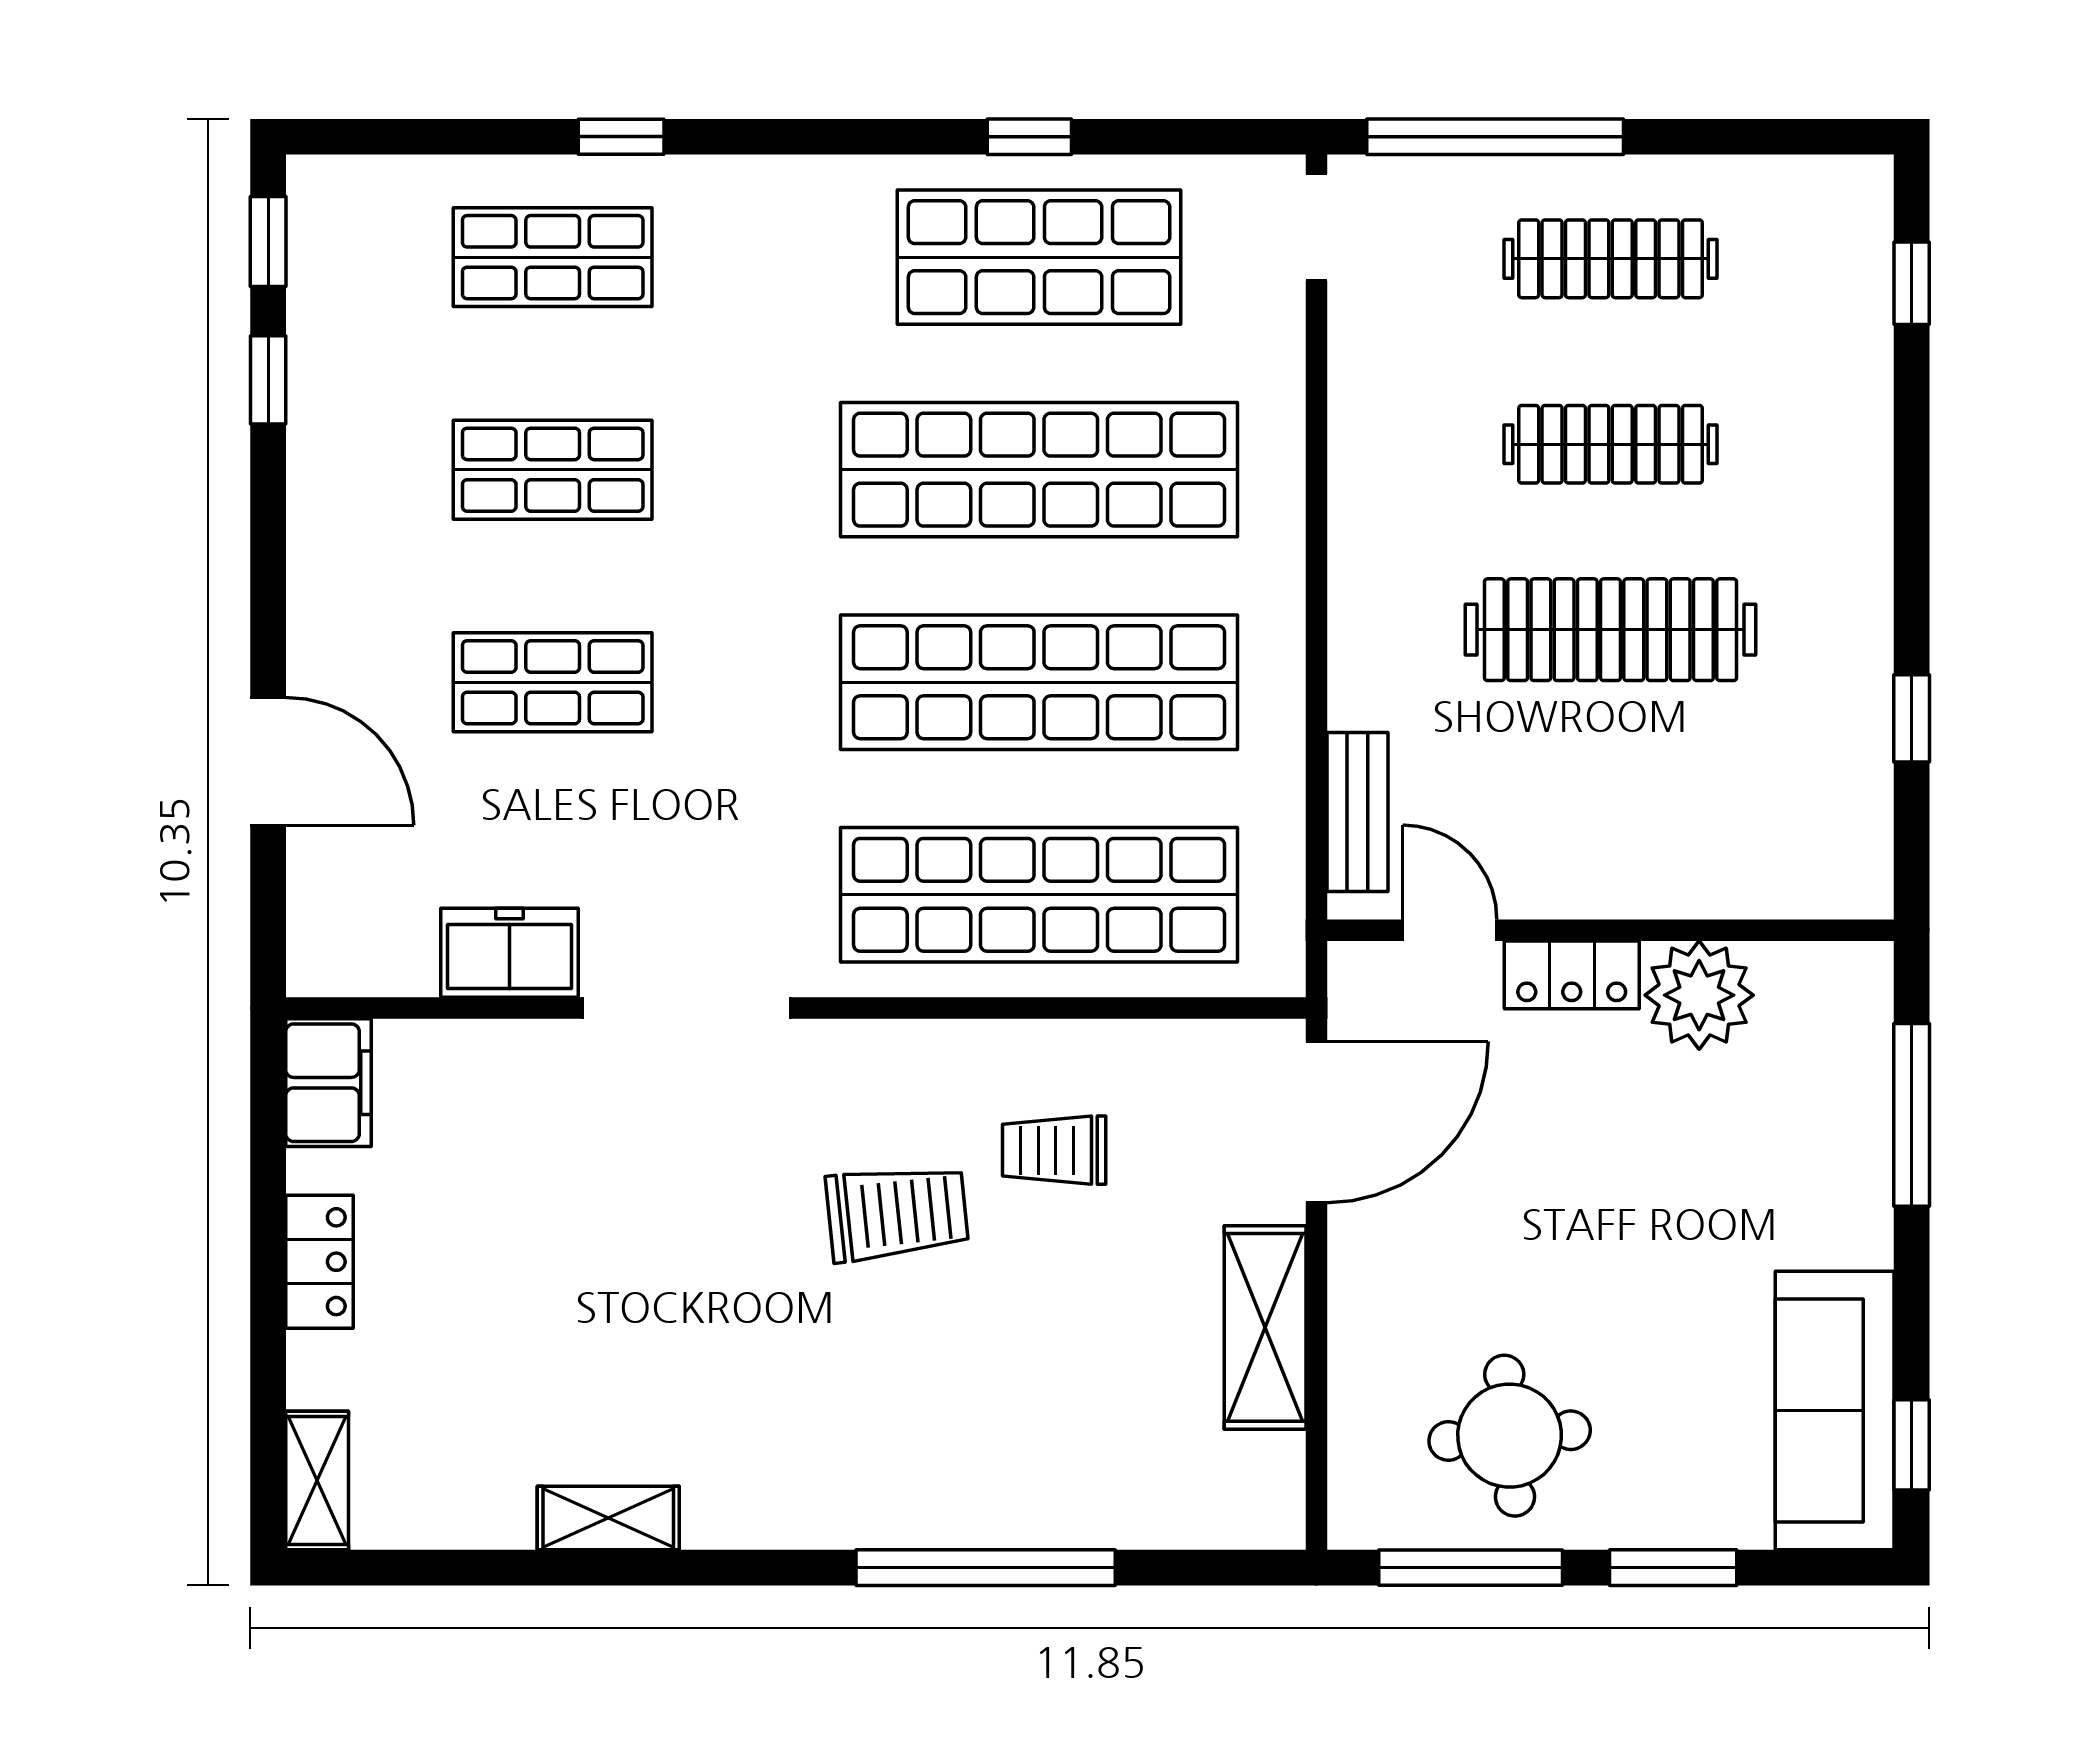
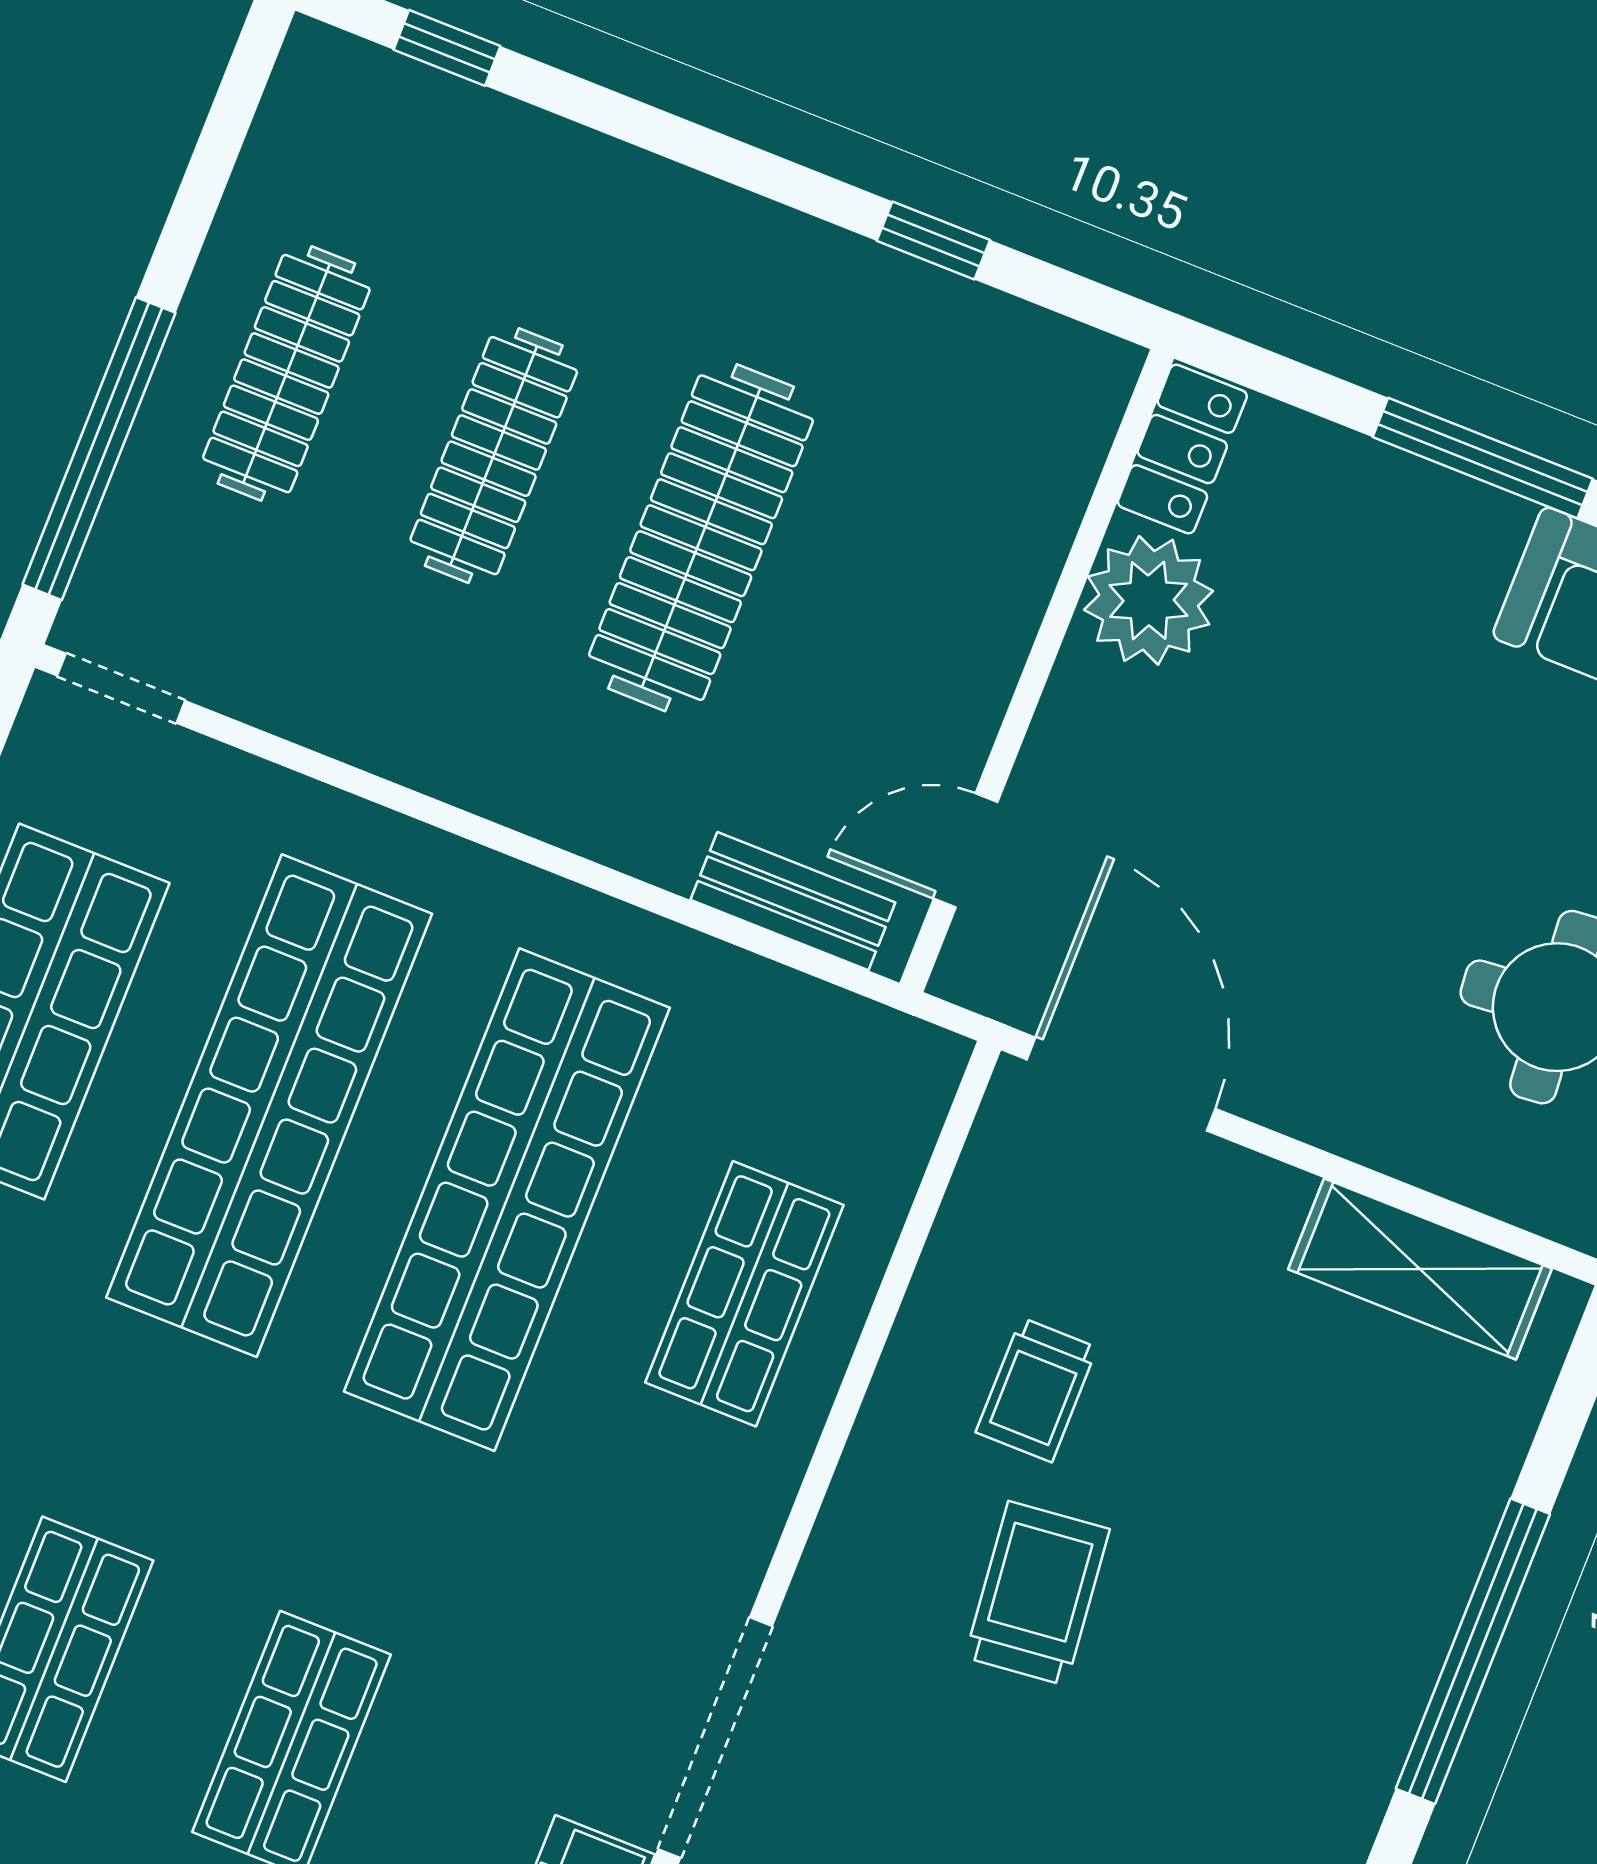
shop shelf: (1039, 895) -> (744, 1294), width x0.50, depth x0.74
locker: (1572, 975) -> (1182, 449), moved
window: (1912, 1115) -> (1483, 458), moved
shelving: (1265, 1327) -> (1420, 1269), moved

